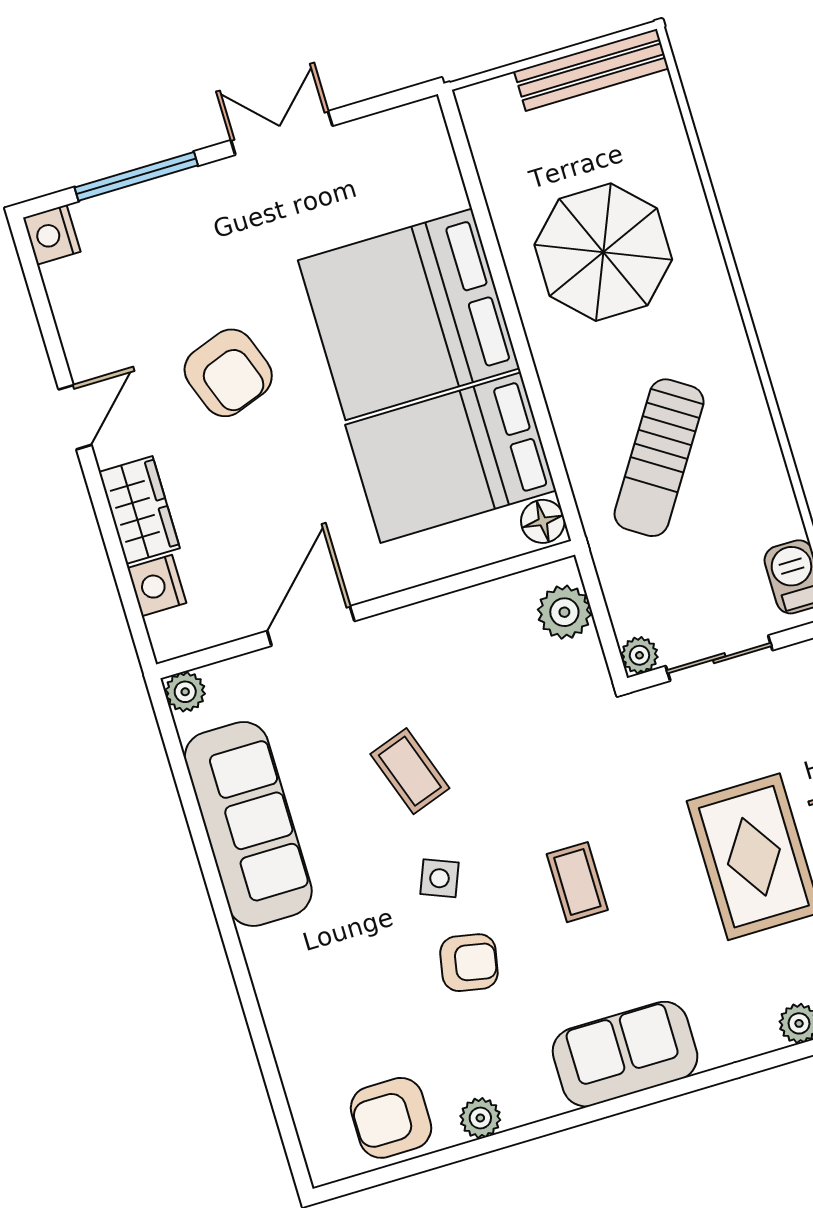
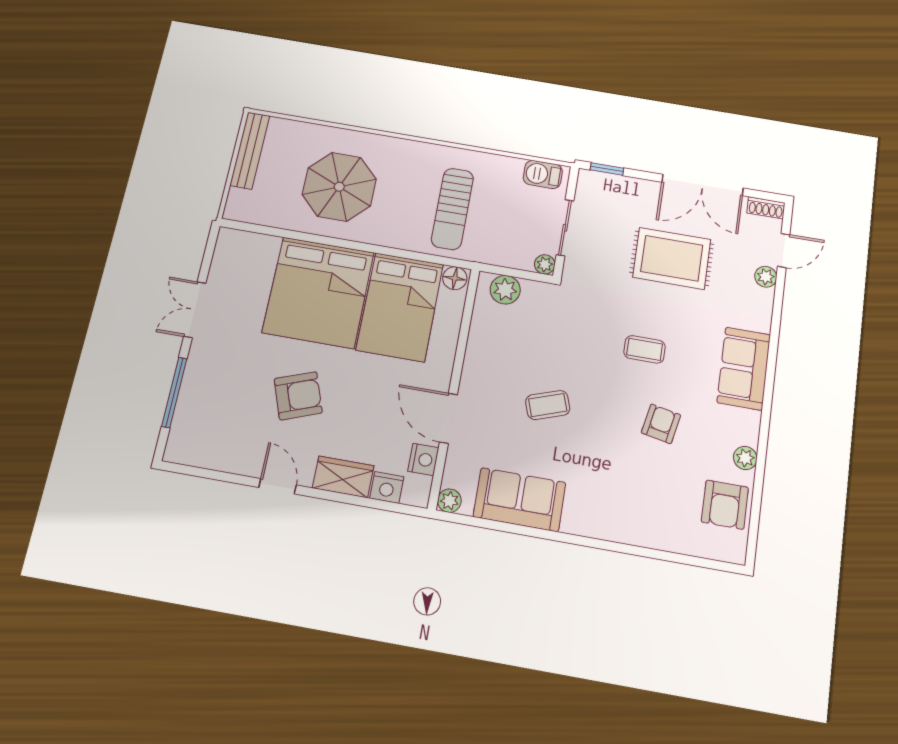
nightstand: (52, 235) -> (423, 459), moved, turned -90
sun lounger: (659, 458) -> (452, 209), turned 57
sofa: (248, 824) -> (519, 500), width x0.73
side table: (439, 878) -> (610, 417), removed

